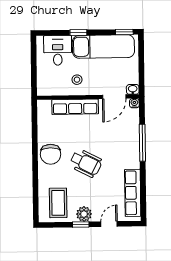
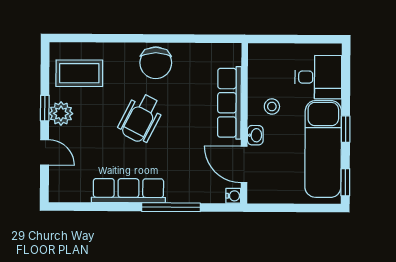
window: (78, 33) -> (346, 129), moved
washbasin: (133, 89) -> (255, 135), moved
chair: (51, 154) -> (156, 63), turned -90
row of seats: (133, 193) -> (128, 191), moved

